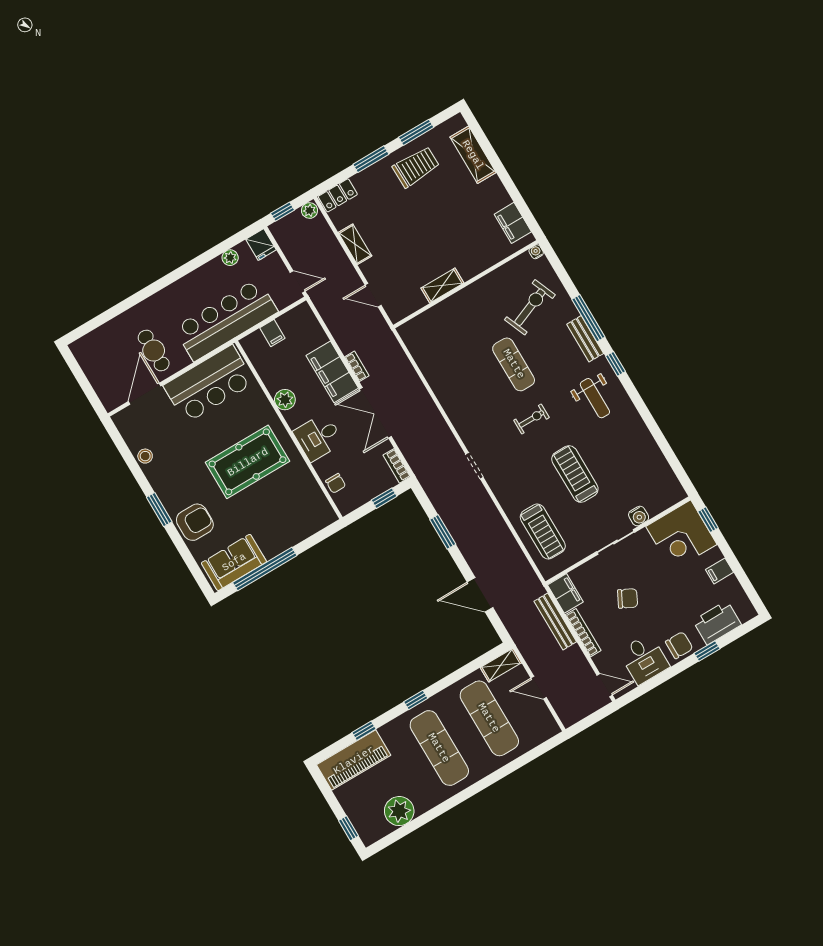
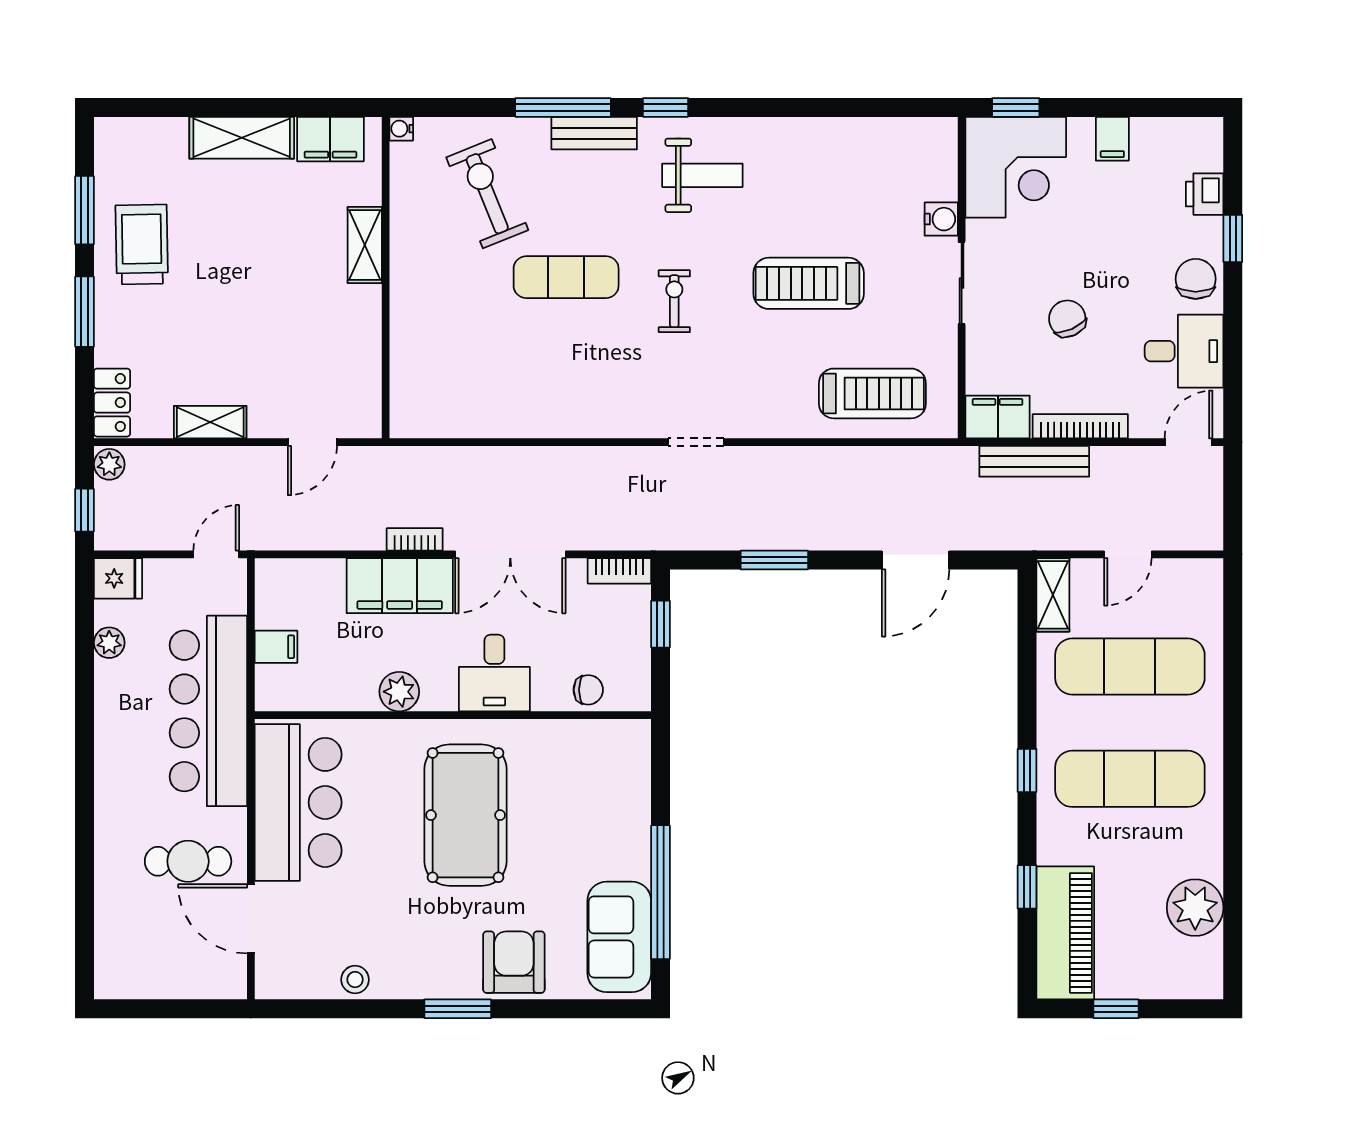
shelving: (473, 155) -> (242, 138), moved
shelving: (442, 285) -> (365, 245), moved
chair: (628, 598) -> (1067, 319), turned -51
printer: (717, 623) -> (1205, 194), width x0.53, depth x0.68
window: (348, 828) -> (1116, 1009), moved

